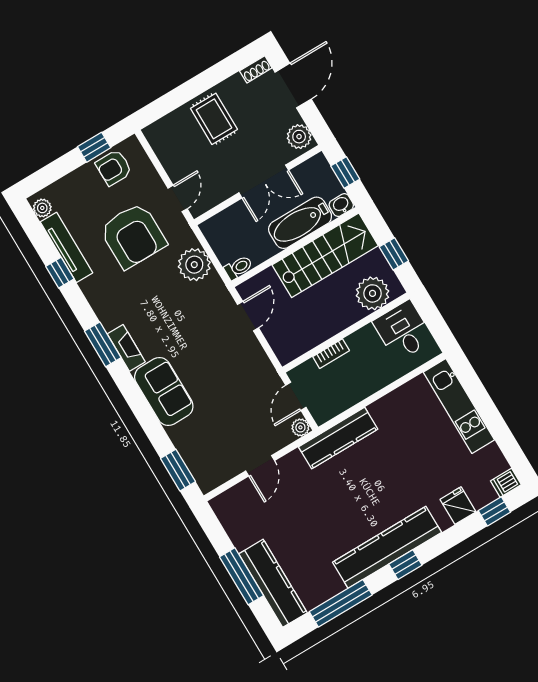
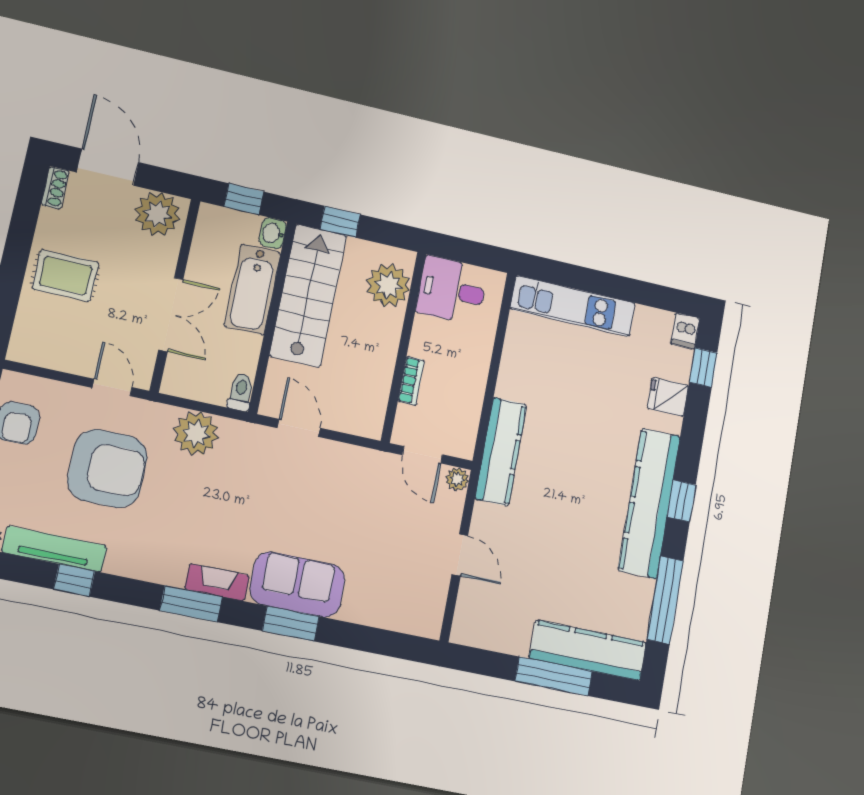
plant: (299, 137) -> (158, 214), width x1.36, depth x1.36
double door: (264, 181) -> (171, 315), moved
window: (394, 254) -> (340, 222), moved
window: (178, 470) -> (291, 624), moved

